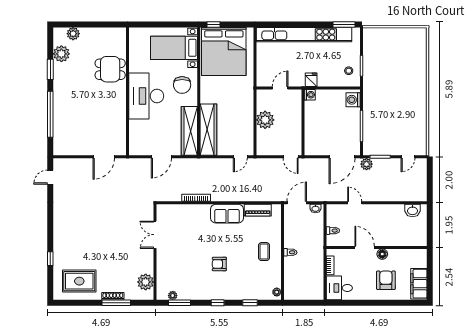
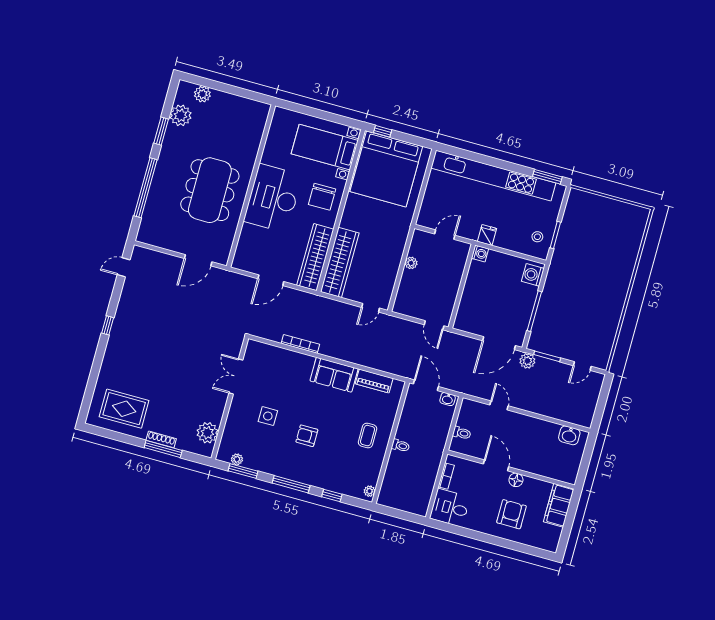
dining table: (110, 69) -> (210, 190), moved, width x1.88, depth x1.24
plant: (265, 120) -> (411, 263), width x0.53, depth x0.53
door: (297, 203) -> (426, 385), hinge flipped
side table: (187, 257) -> (268, 416), added
window: (50, 259) -> (108, 325), moved
filing cabinet: (419, 284) -> (559, 505), moved
window: (218, 303) -> (291, 484), width x2.17

